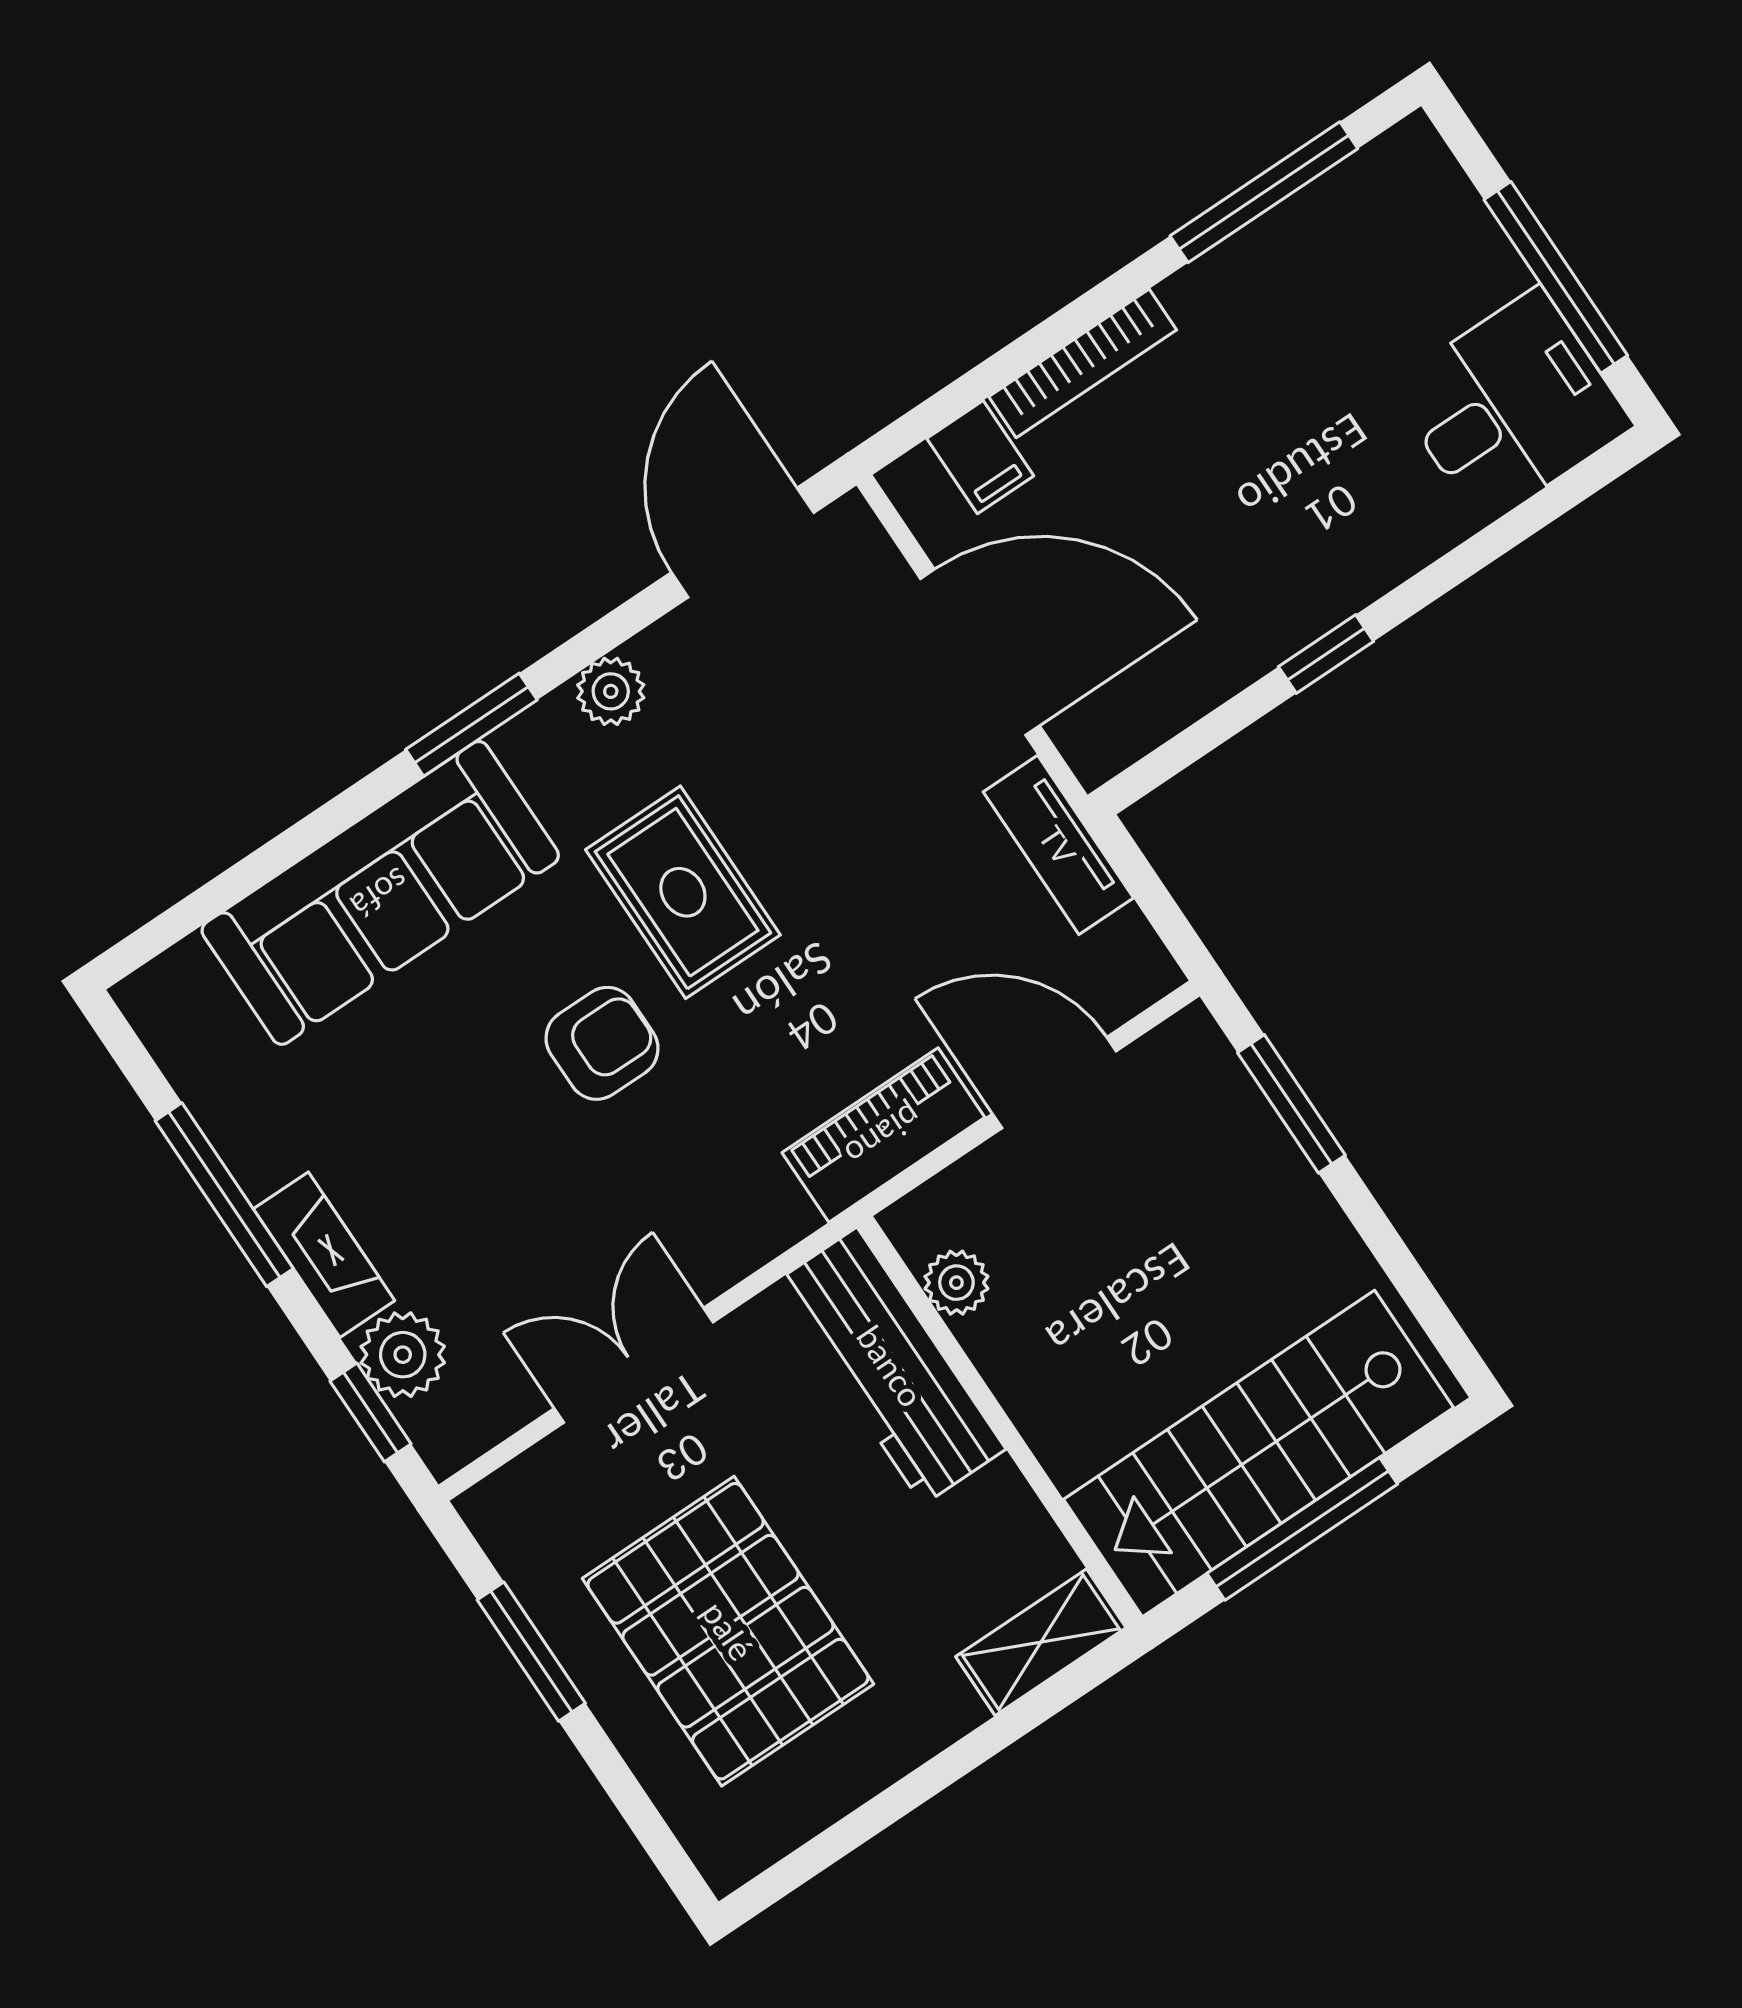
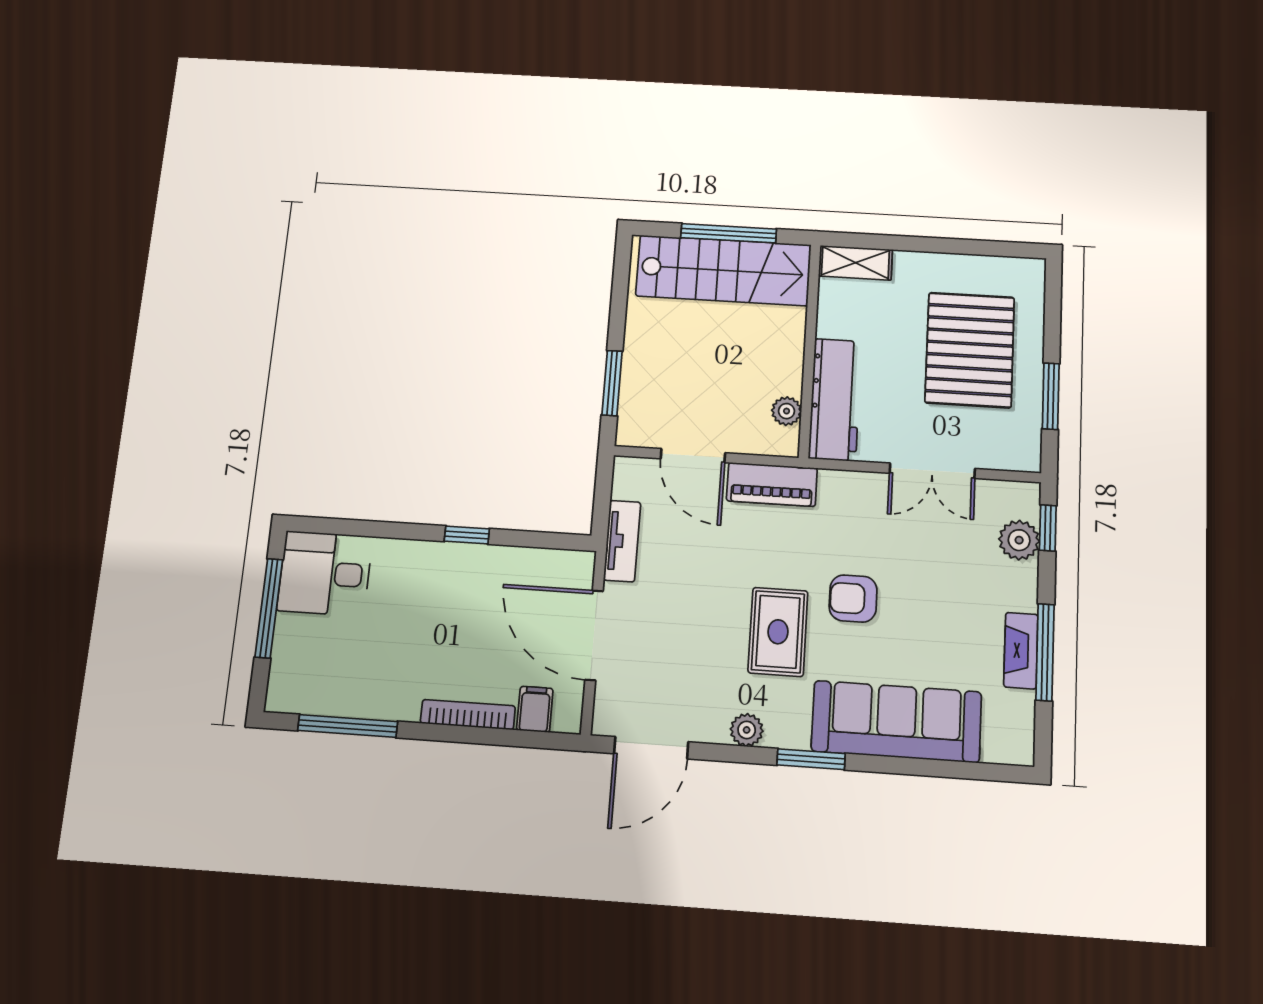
fireplace: (324, 1255) -> (1021, 651), moved

